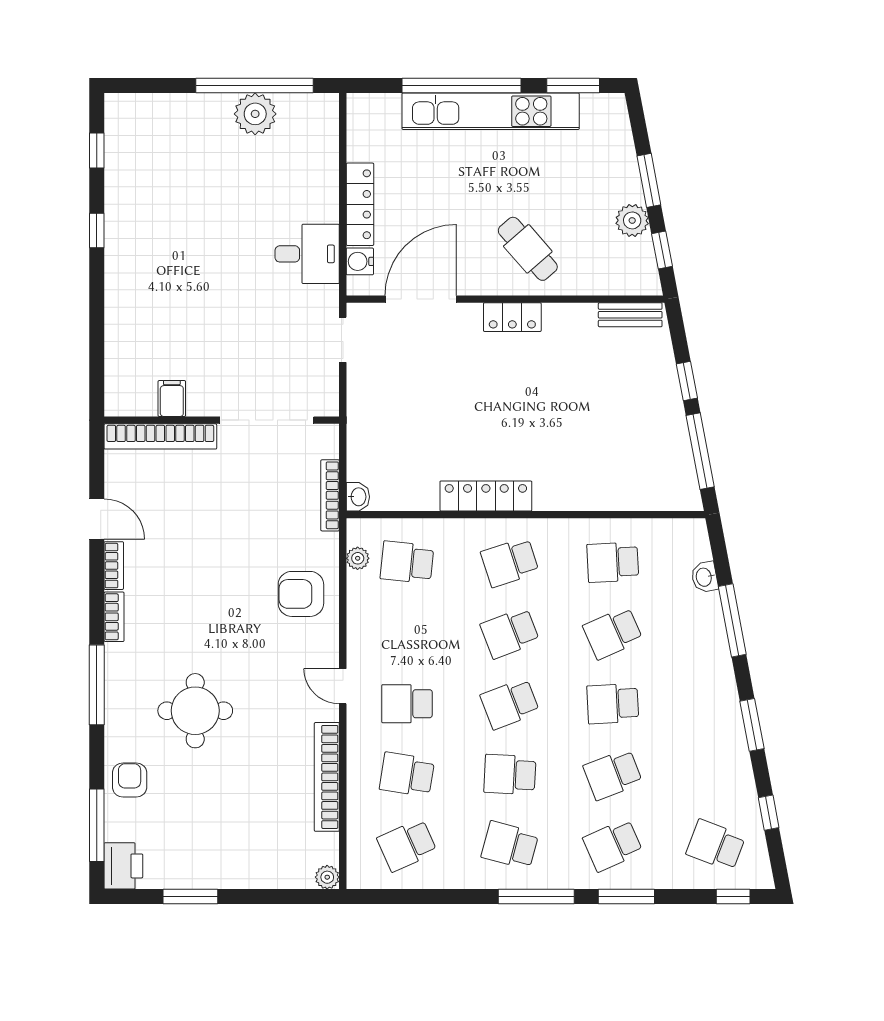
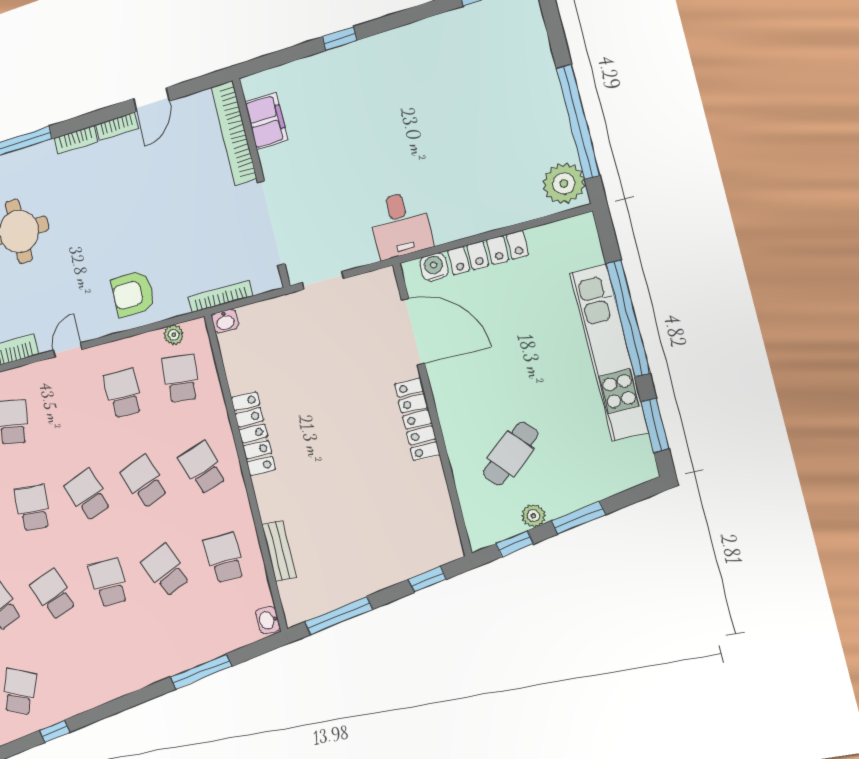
plant: (255, 114) -> (564, 184), moved
plant: (632, 220) -> (534, 516), width x0.73, depth x0.73
window: (97, 231) -> (340, 39), moved
cafe table: (528, 249) -> (511, 454), moved
desk: (307, 254) -> (400, 225), moved
bench: (630, 315) -> (279, 551), moved
locker: (512, 317) -> (417, 419), width x1.53
doorway: (343, 340) -> (323, 281), moved
window: (687, 381) -> (427, 579), moved
filing cabinet: (172, 399) -> (266, 121), width x2.00
washbasin: (704, 577) -> (268, 620), moved, turned -79
armchair: (301, 594) -> (133, 294), turned -90
school desk: (407, 704) -> (123, 393), moved
window: (752, 725) -> (120, 705), removed

